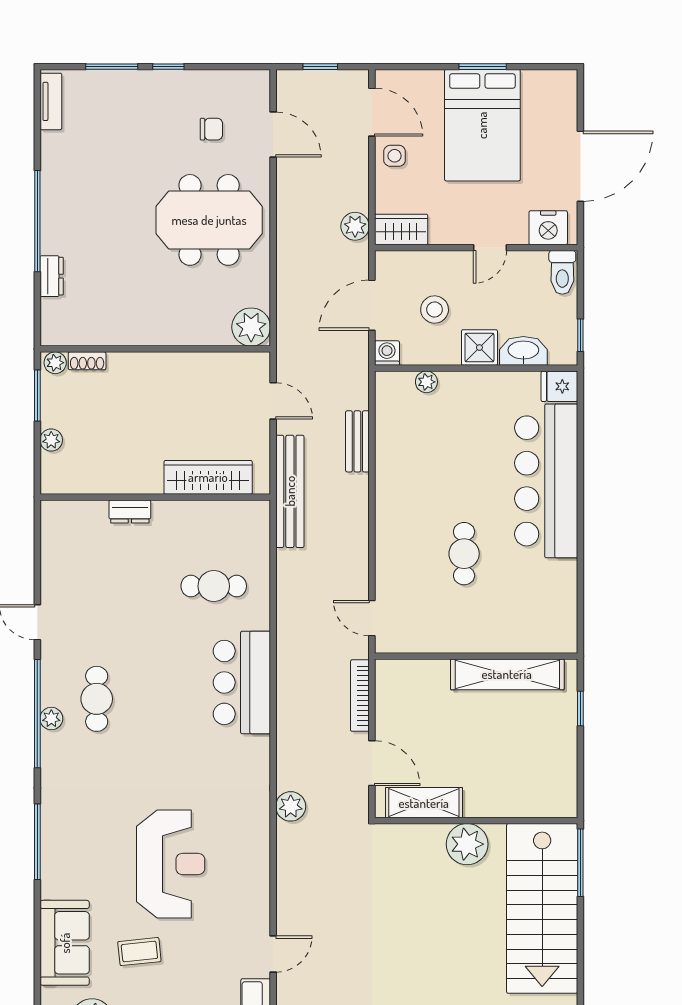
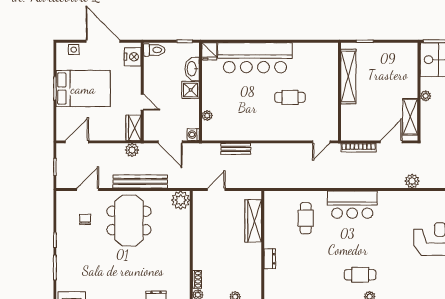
side table: (395, 156) -> (74, 50), moved
door: (490, 248) -> (142, 102), moved
stool: (435, 309) -> (172, 112), removed
bench: (290, 491) -> (140, 181), moved
plant: (467, 844) -> (426, 96), width x0.53, depth x0.53

